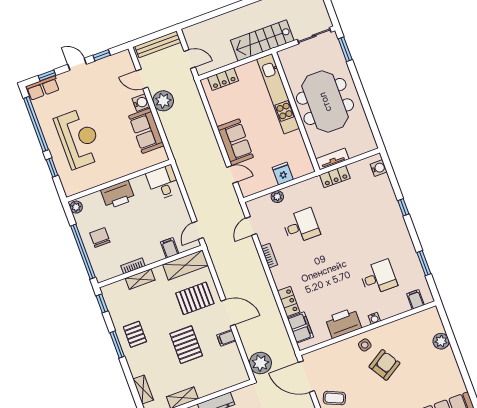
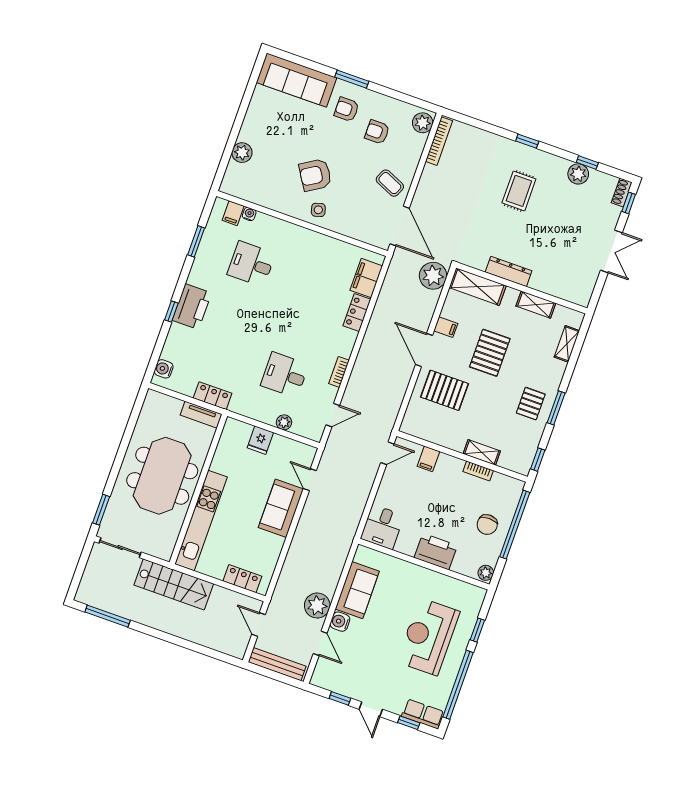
shelving: (185, 265) -> (478, 287), moved
water cooler: (374, 318) -> (249, 214), moved
printer: (343, 323) -> (192, 307), moved, turned -90

